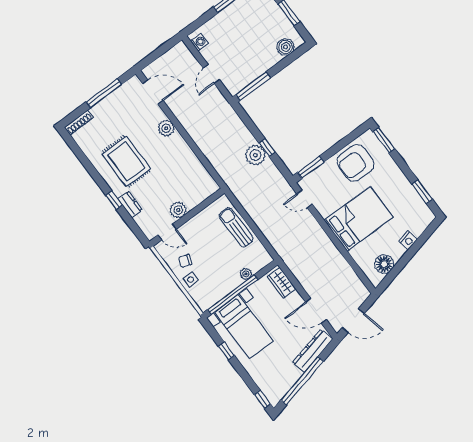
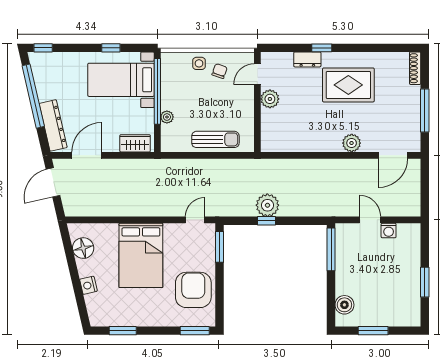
washing machine: (199, 42) -> (389, 231), moved

